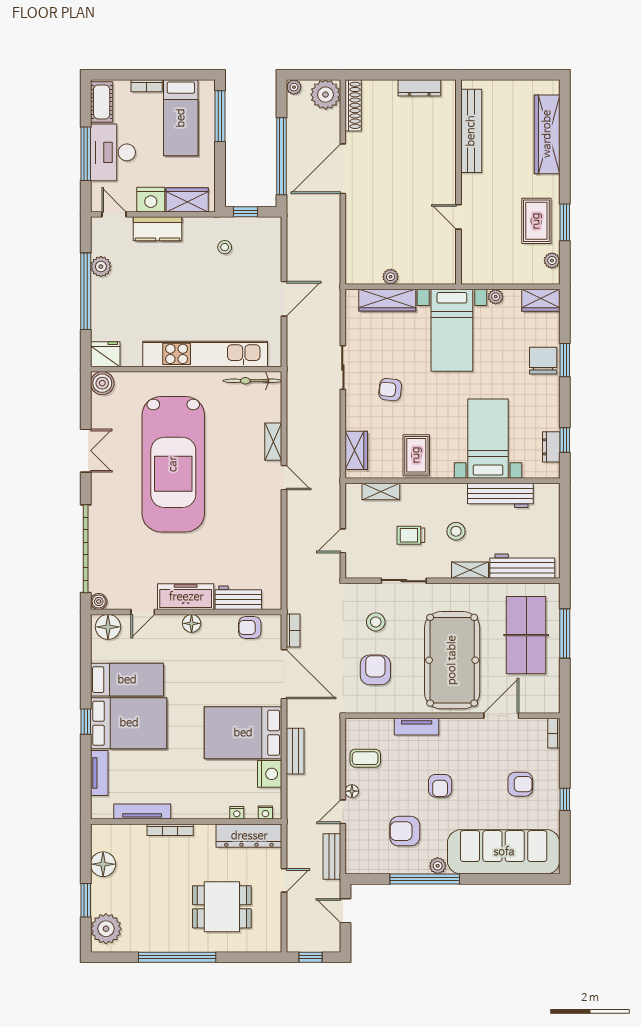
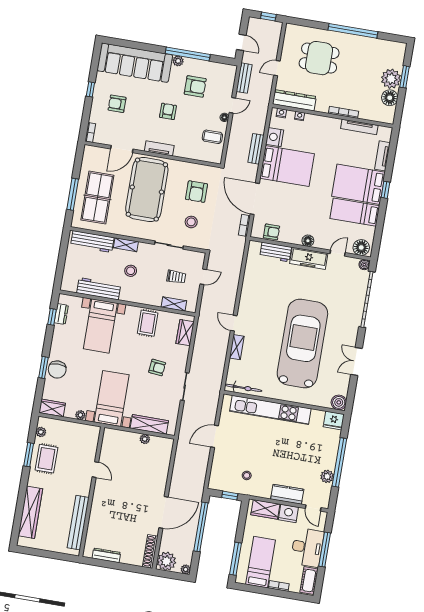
trolley: (411, 535) -> (176, 277), moved
tv unit: (417, 727) -> (159, 148), moved
plant: (106, 929) -> (391, 79), moved

